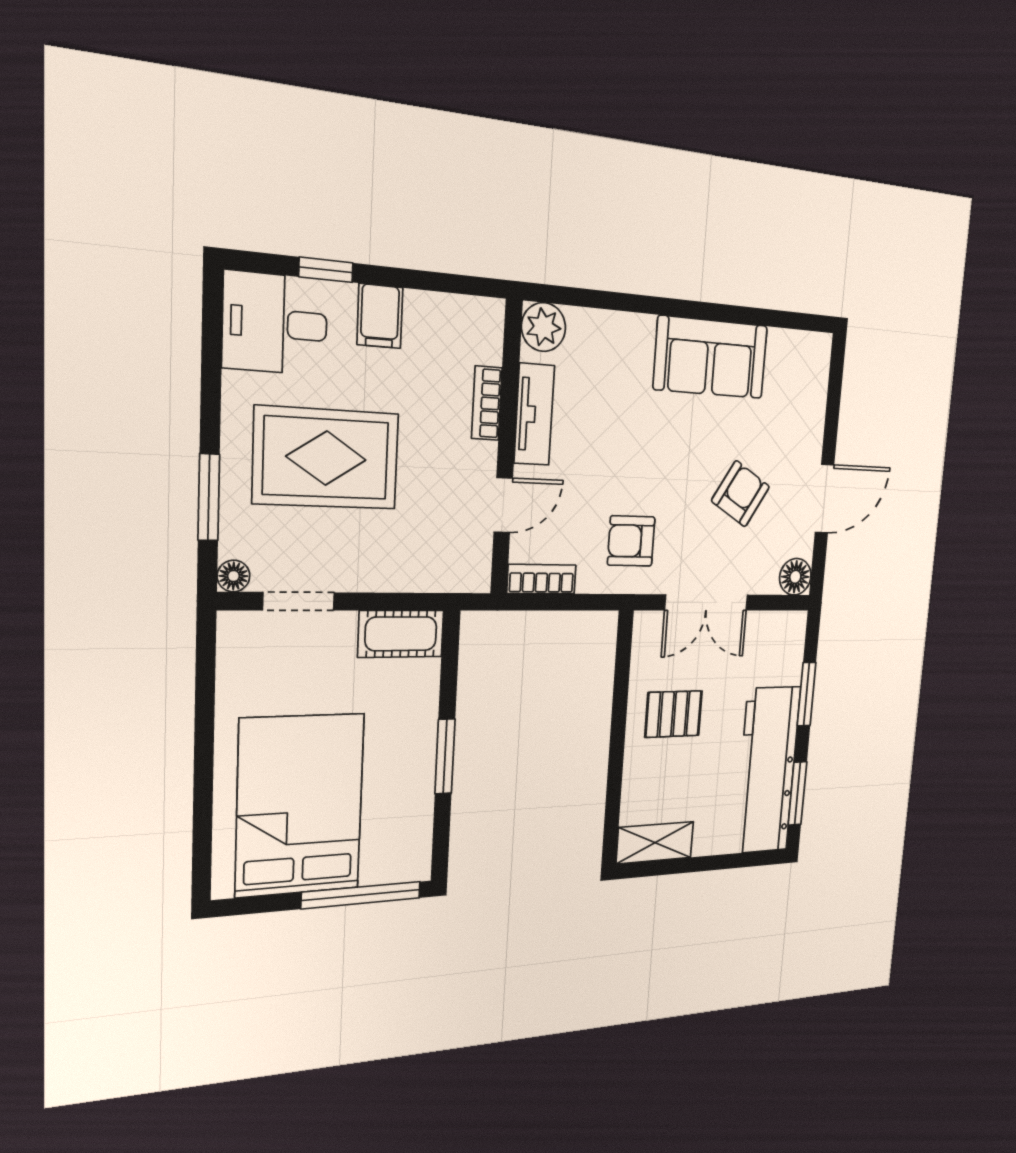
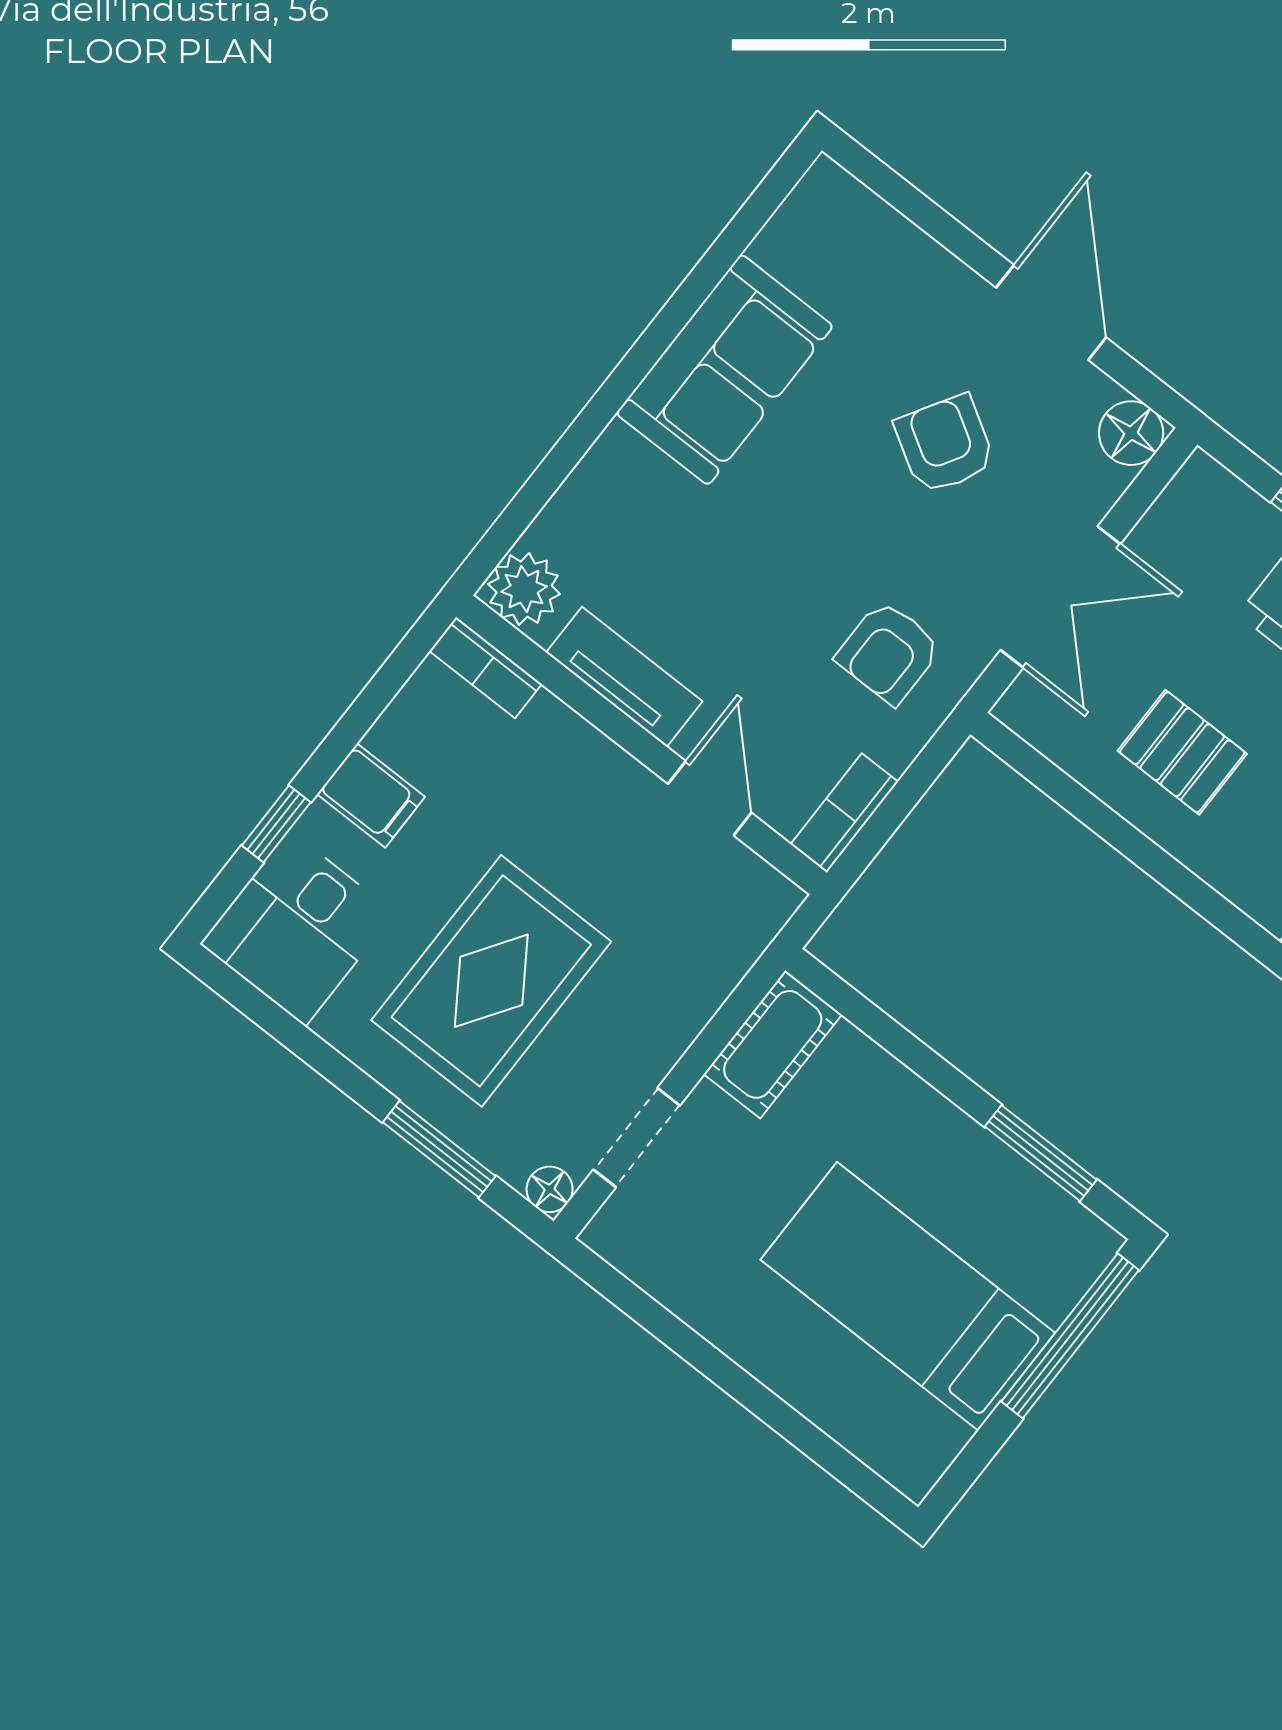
bookcase: (487, 403) -> (485, 667), moved
pallet: (674, 714) -> (1182, 752), turned 90
window: (445, 756) -> (1041, 1153), moved
bed: (300, 805) -> (908, 1296), width x0.67

